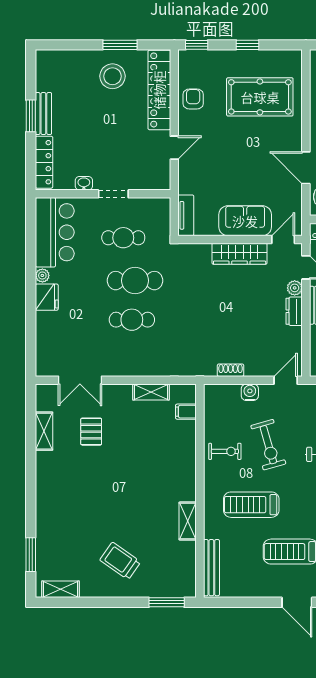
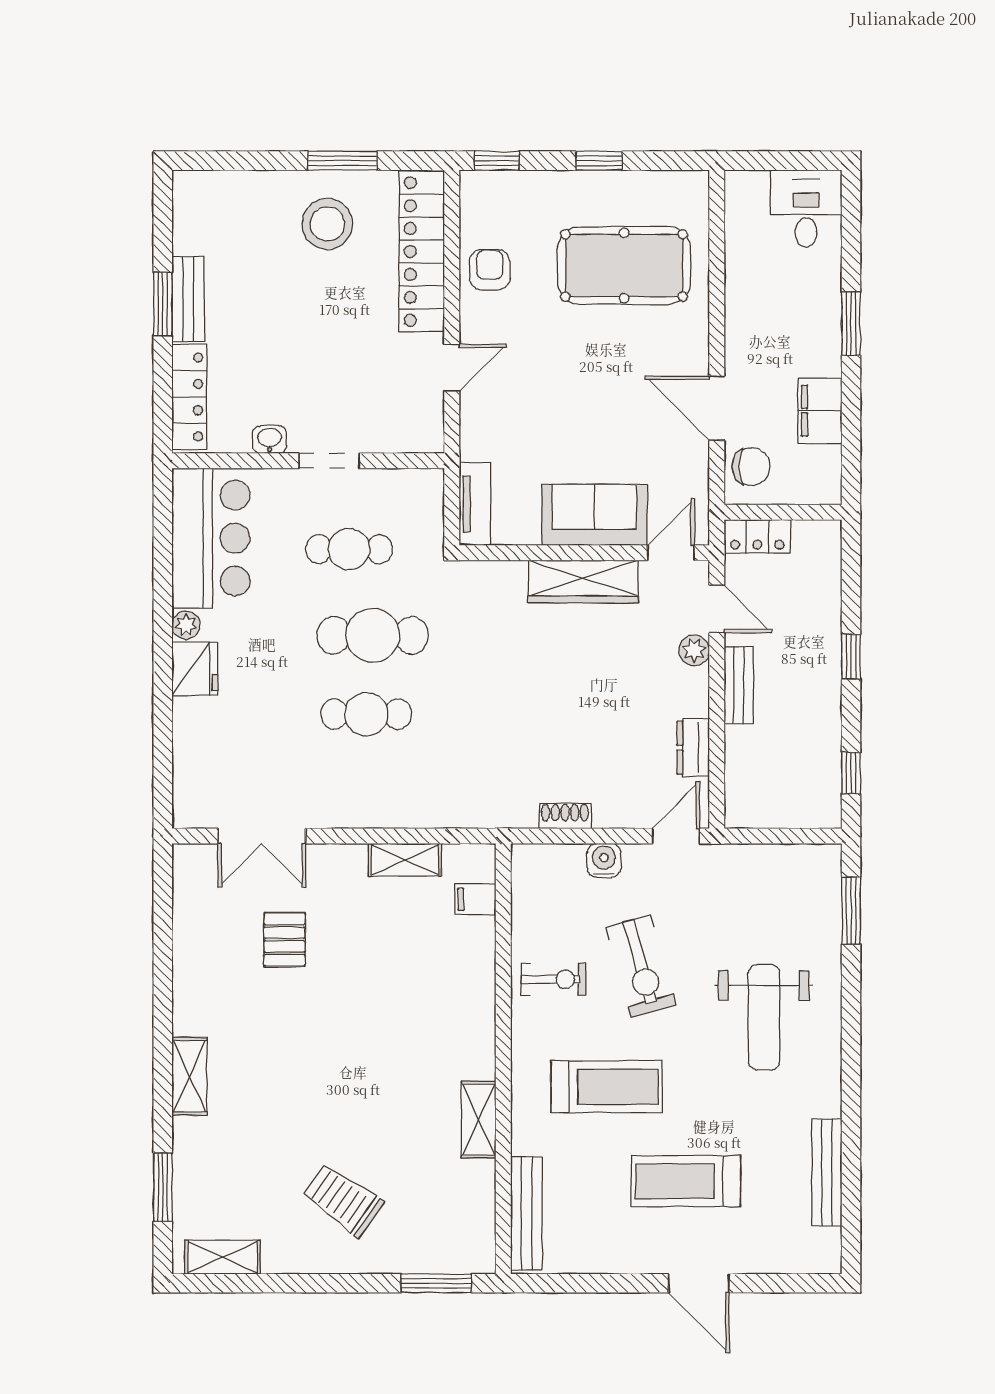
dresser: (294, 311) -> (693, 748), moved
shelving: (44, 431) -> (189, 1076), moved
treadmill: (251, 505) -> (607, 1087), turned 180

